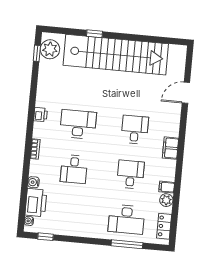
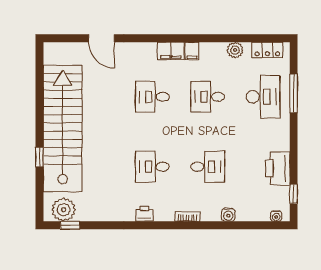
desk: (78, 124) -> (152, 167), width x0.73
filing cabinet: (167, 187) -> (192, 51), moved
printer: (36, 203) -> (278, 168), moved, turned -90

